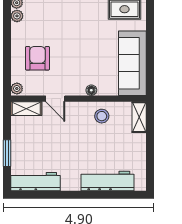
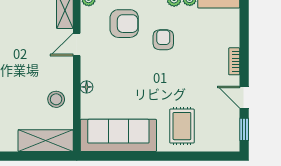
armchair: (51, 25) -> (163, 40), added
shelving: (139, 117) -> (46, 141), width x1.50, depth x1.33

